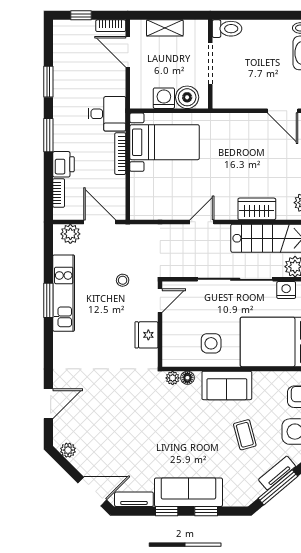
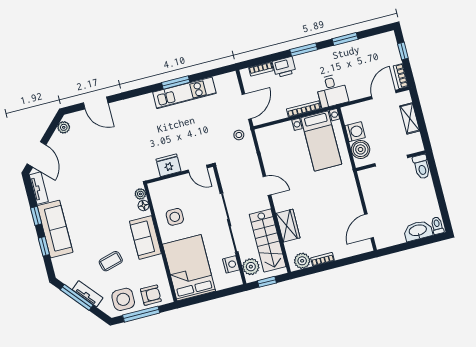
plant: (70, 234) -> (232, 86), removed
stool: (123, 280) -> (239, 135), moved

